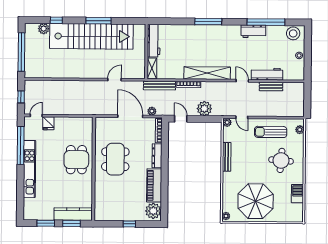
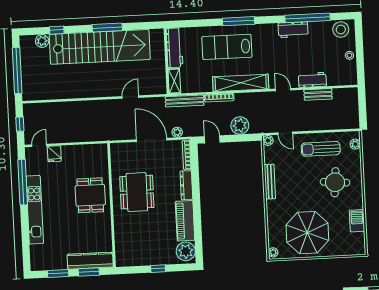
lab bench: (197, 43) -> (227, 47), added
workbench: (267, 74) -> (312, 80), width x0.73

